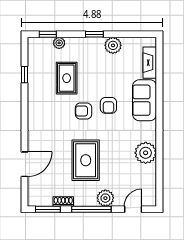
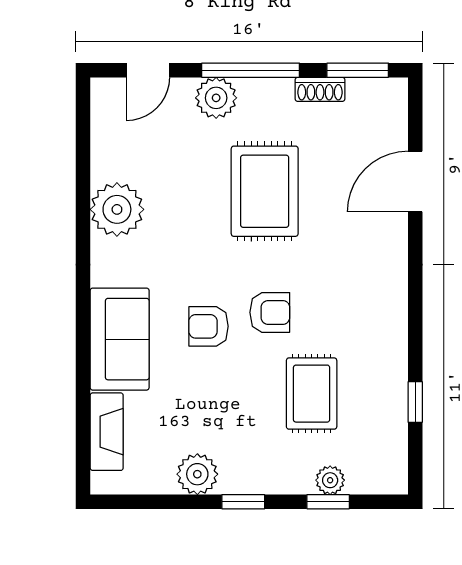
window: (48, 34) -> (328, 502), moved
armchair: (108, 105) -> (208, 326), turned -90

